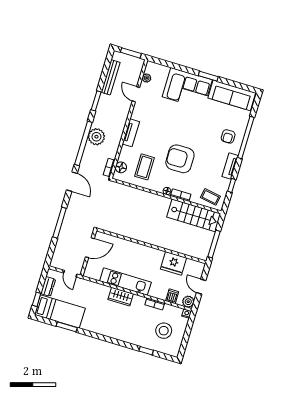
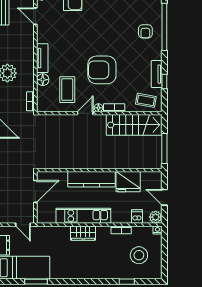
tv unit: (230, 166) -> (157, 74), moved
floor lamp: (121, 167) -> (43, 80), moved
door: (154, 192) -> (85, 113), added
kitchen counter: (142, 252) -> (91, 179), added

